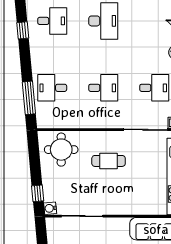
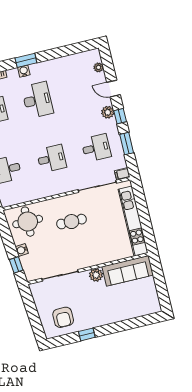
water cooler: (50, 208) -> (22, 250), moved
plant: (121, 225) -> (96, 275), added

